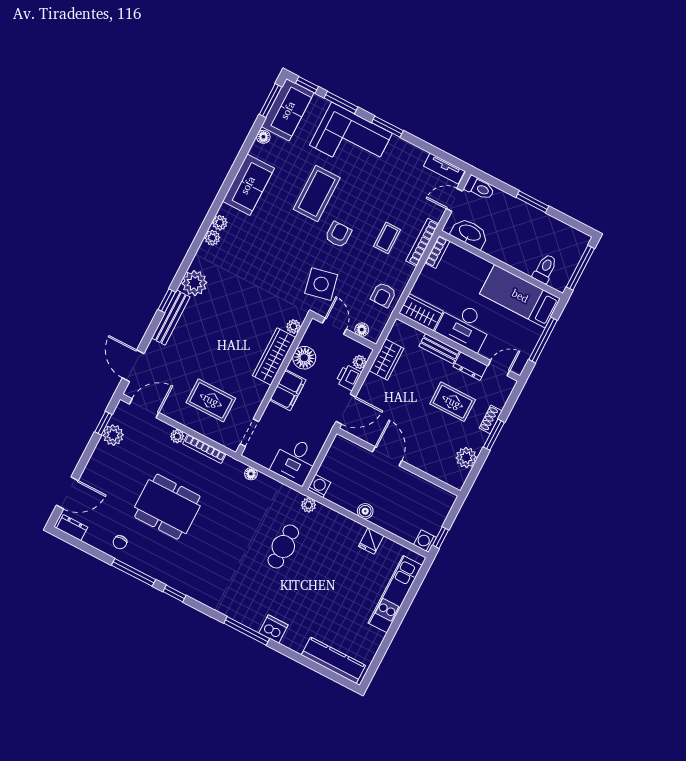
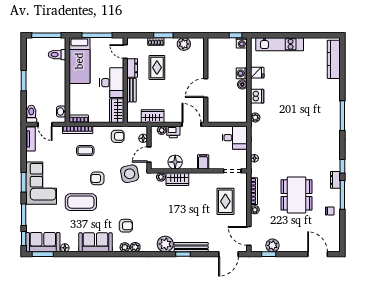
corner sofa: (351, 139) -> (41, 183), moved
washbasin: (470, 233) -> (61, 112), width x0.52, depth x0.69
armchair: (250, 240) -> (126, 226), added
wardrobe: (274, 356) -> (177, 179), width x0.67
filing cabinet: (288, 390) -> (203, 162), width x0.50
washing machine: (319, 486) -> (242, 73), moved
dresser: (72, 528) -> (335, 180), moved
cafe table: (283, 546) -> (285, 120), removed
dishwasher: (273, 629) -> (257, 96), moved, turned 180

